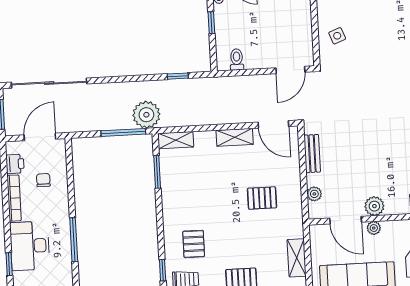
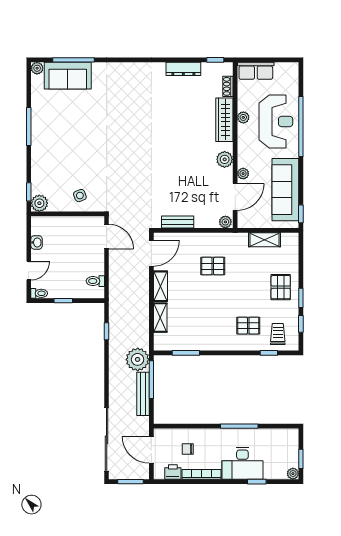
bench: (106, 123) -> (143, 394), added
shelving: (176, 140) -> (160, 318), moved
plant: (314, 194) -> (225, 222), moved
pallet: (262, 198) -> (213, 266), turned 90
plant: (374, 206) -> (225, 159), moved

